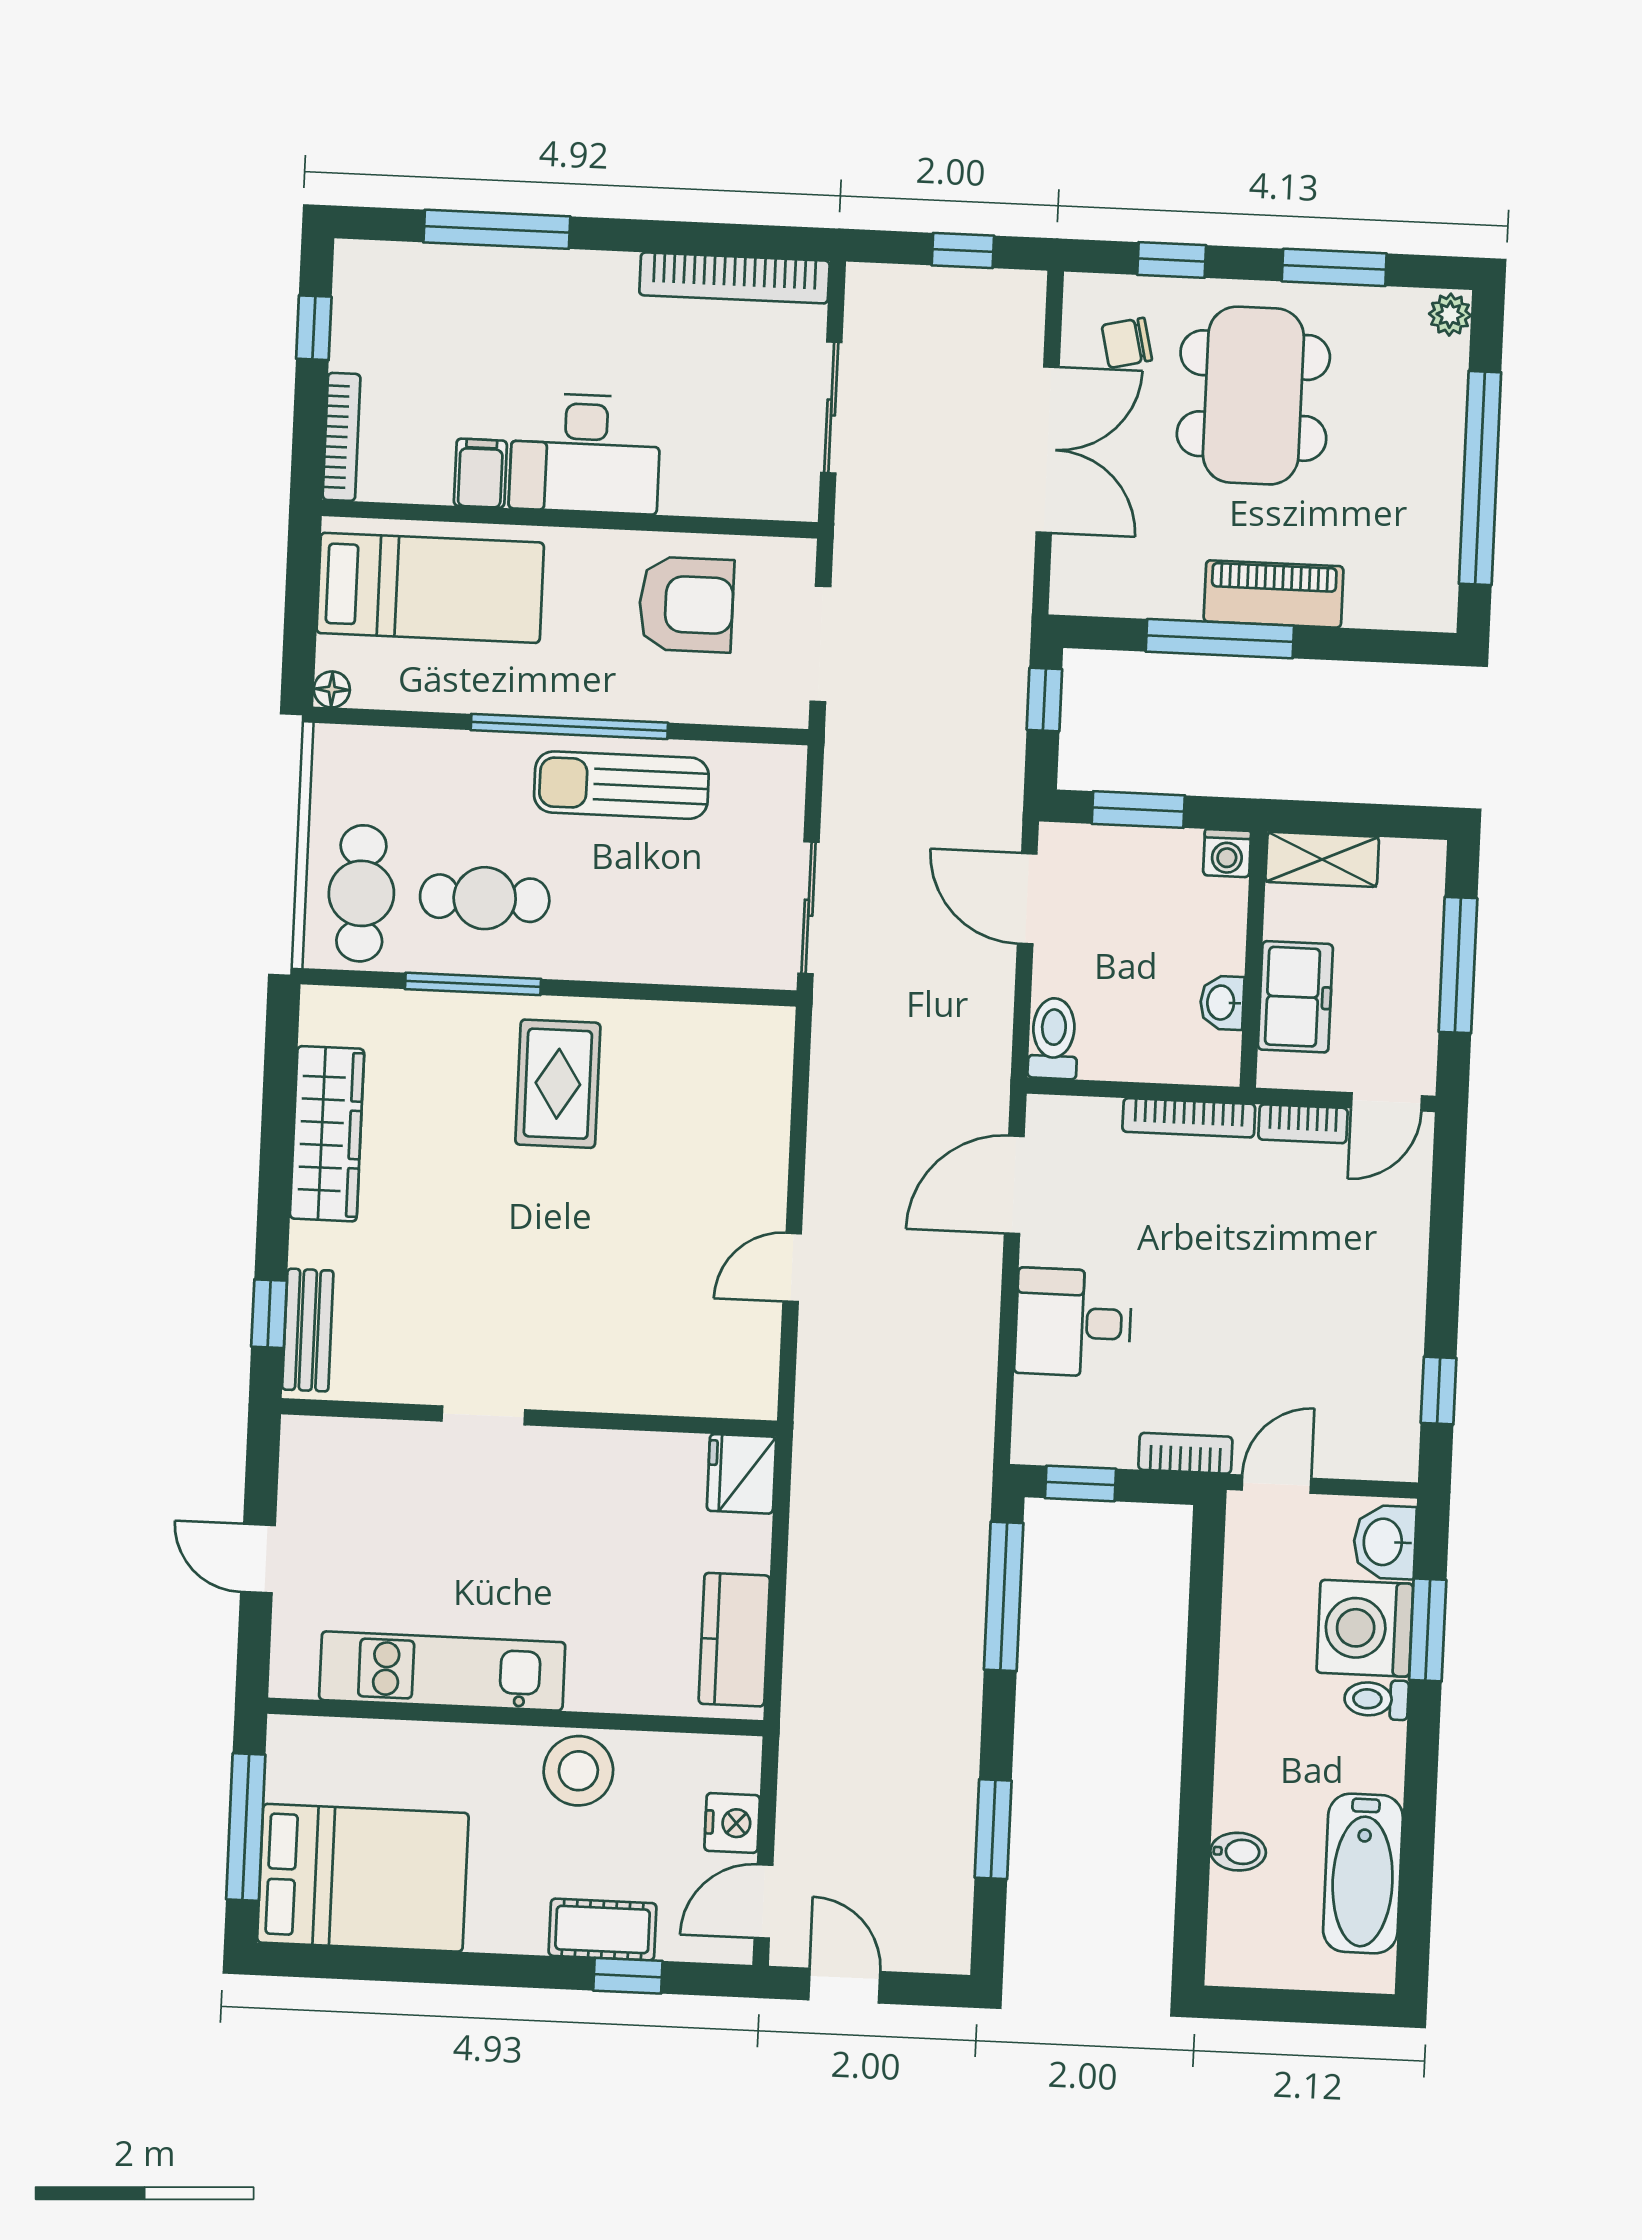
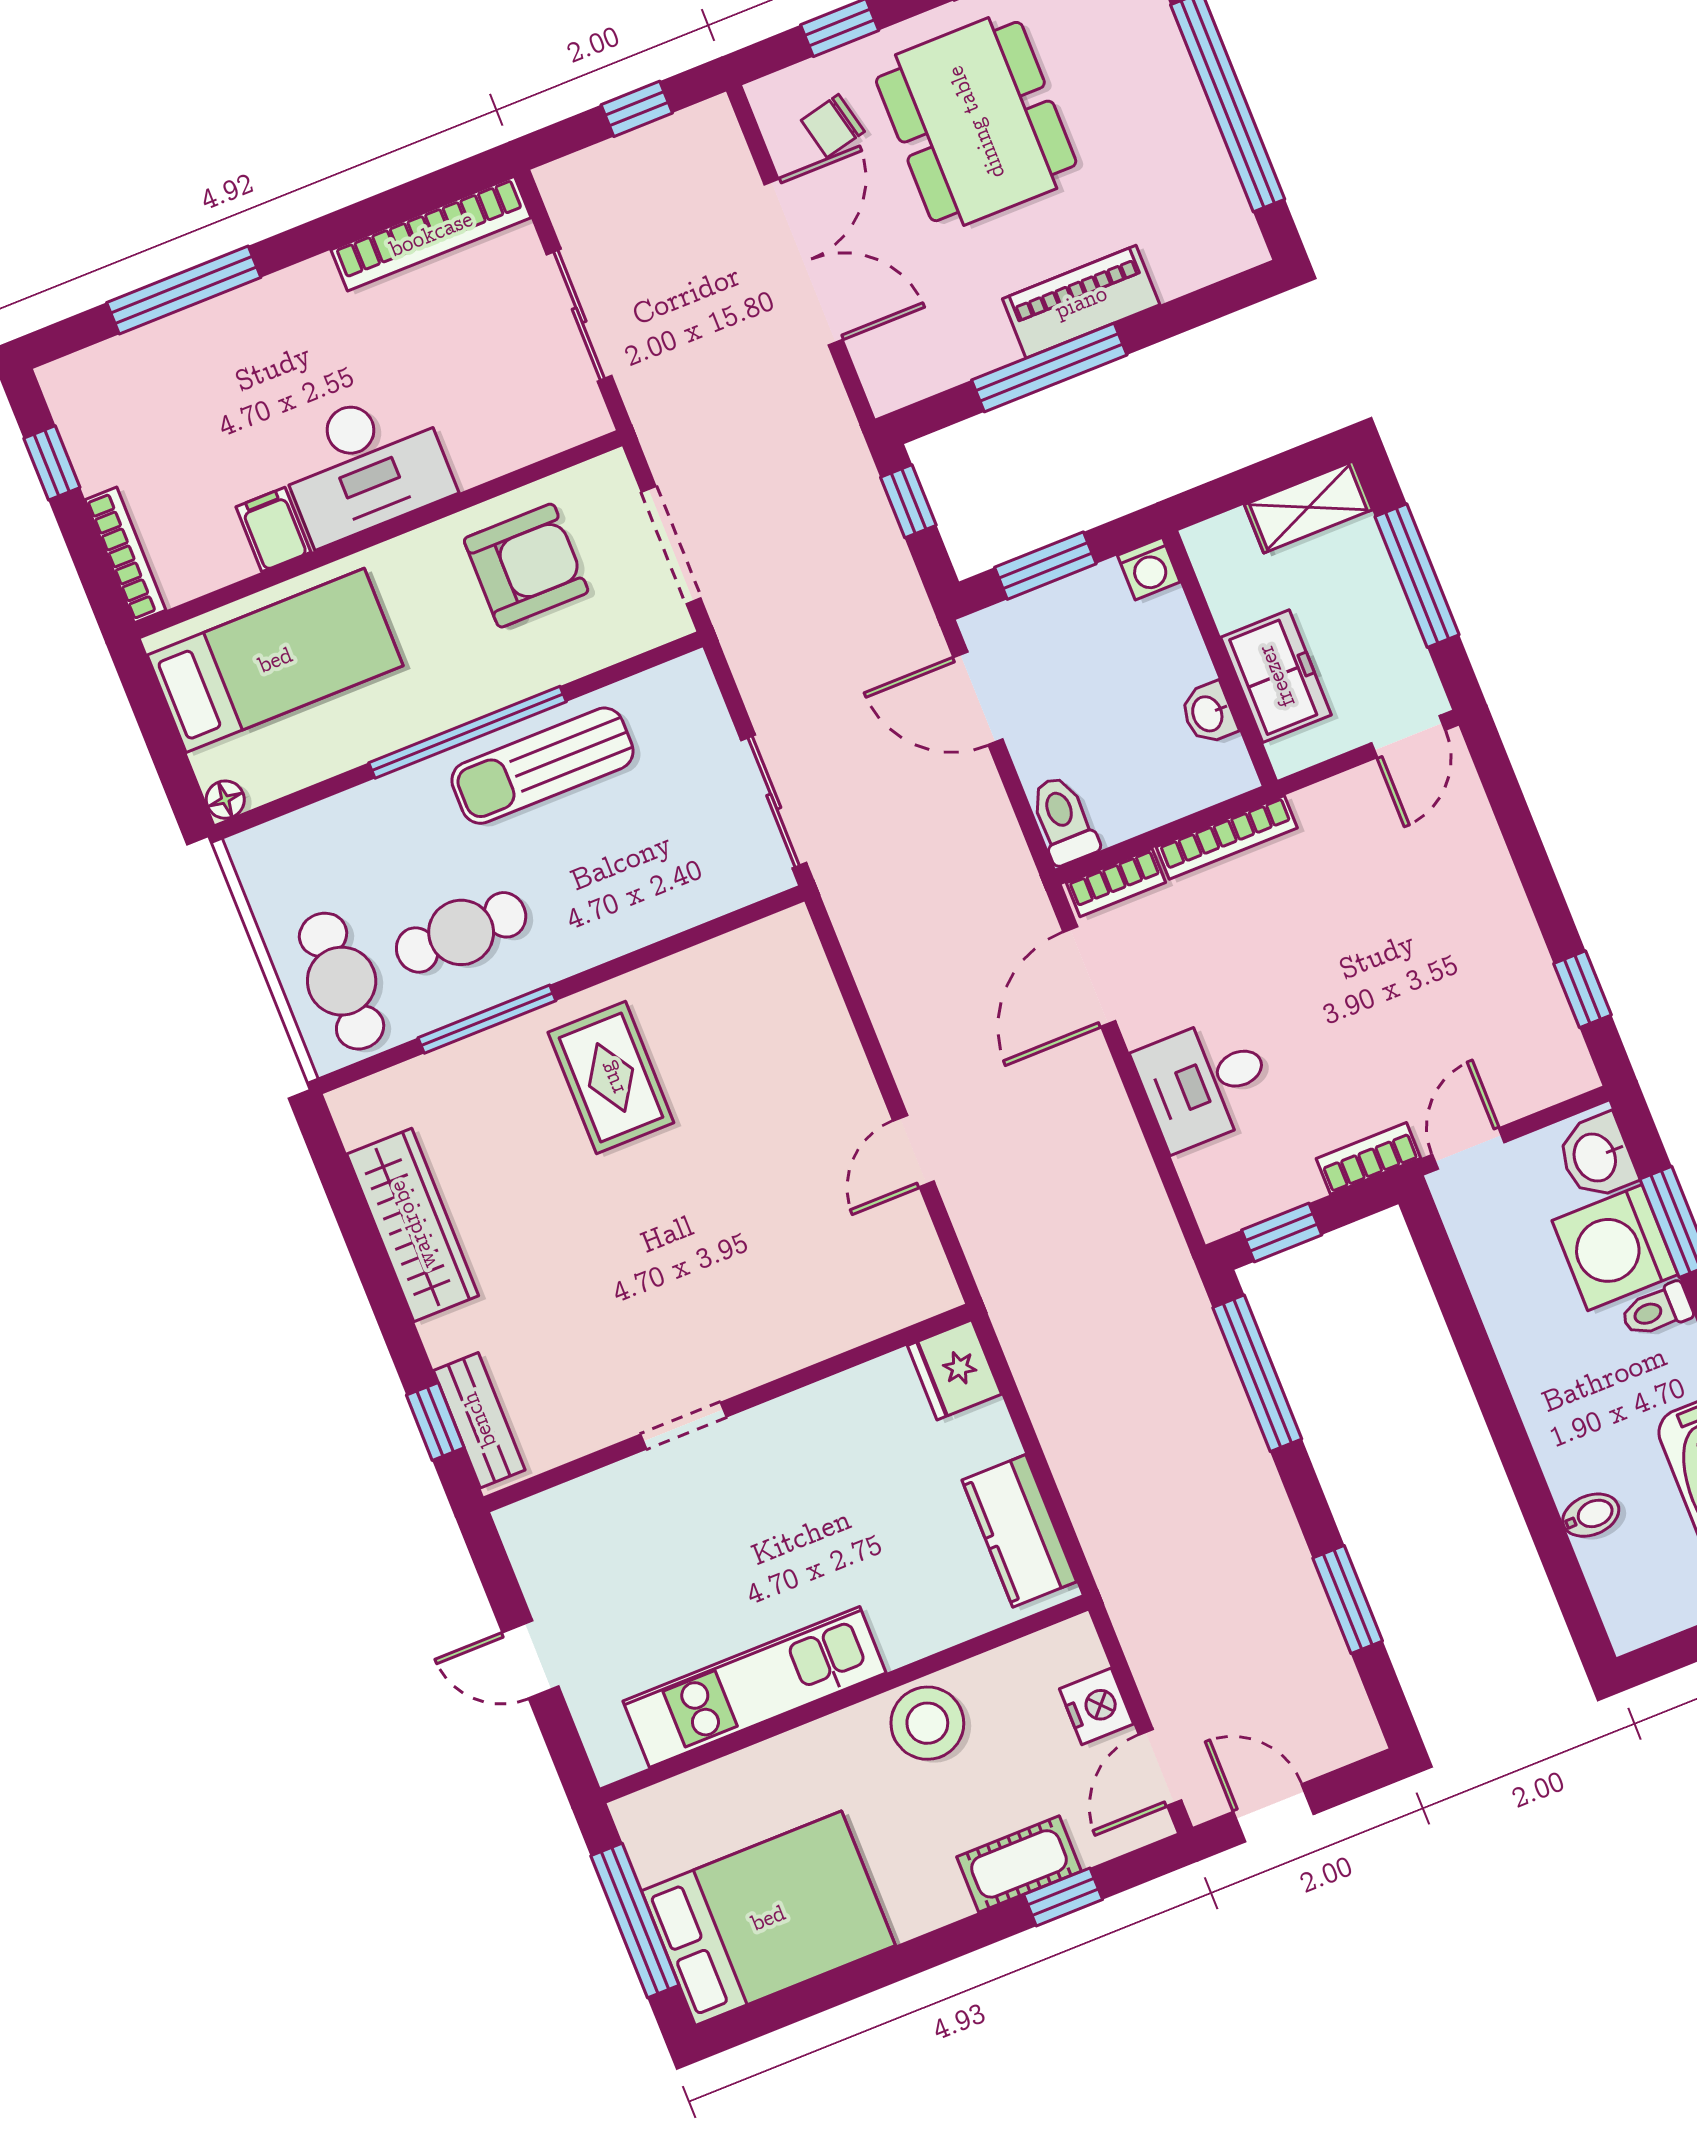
shelving: (1322, 859) -> (1308, 507), moved
bookcase: (1303, 1124) -> (1116, 883), moved

